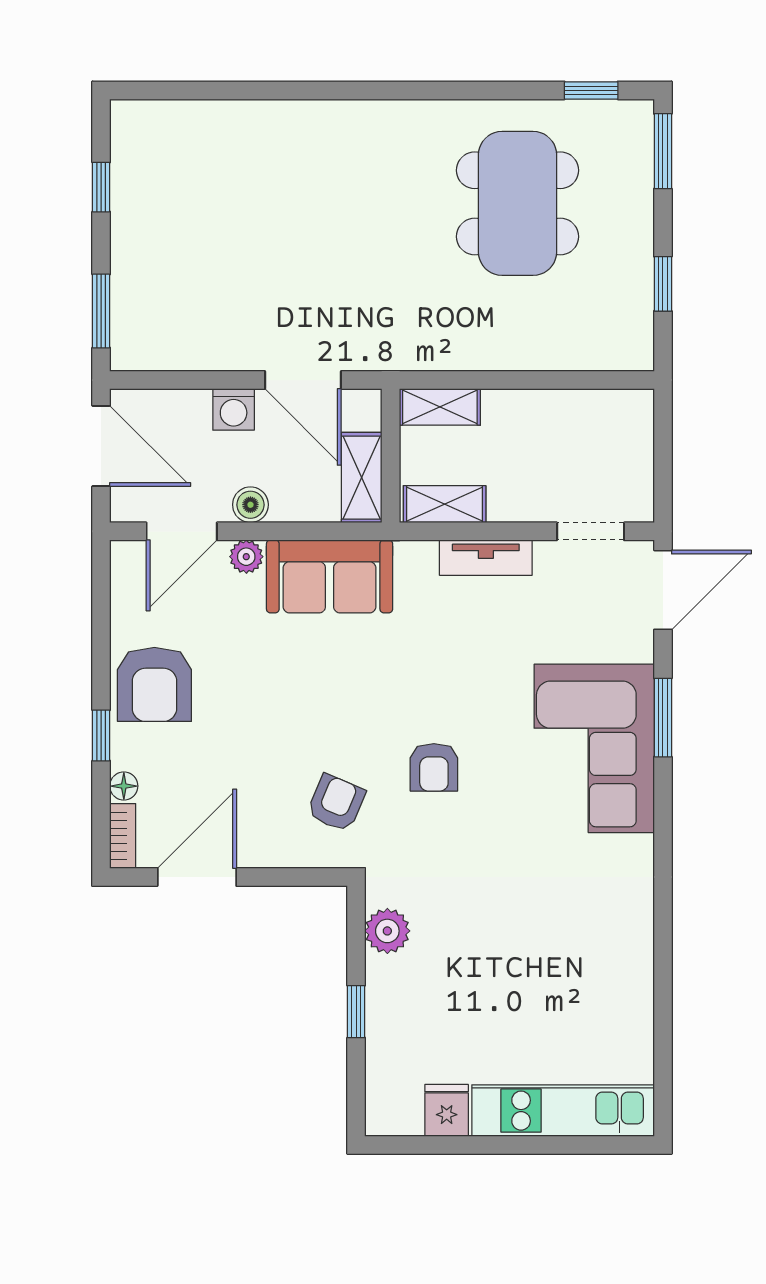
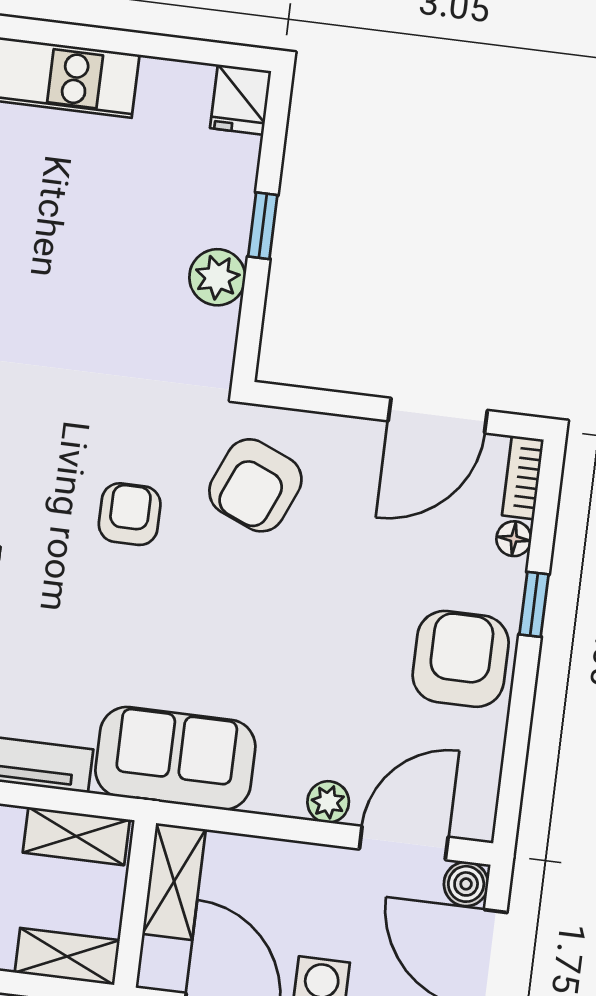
boiler: (250, 505) -> (466, 884), moved
sofa: (330, 576) -> (175, 758), moved
armchair: (336, 803) -> (255, 485), width x1.38, depth x1.38
plant: (387, 931) -> (217, 277), moved
fridge: (447, 1110) -> (241, 100), moved

